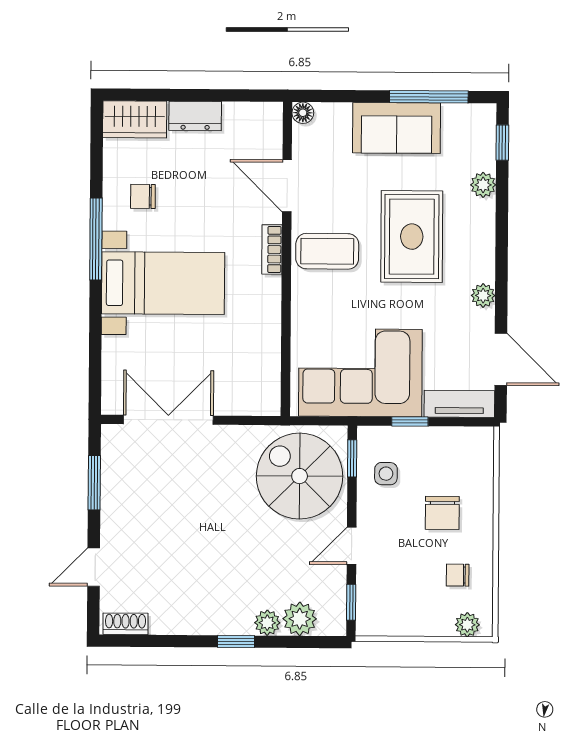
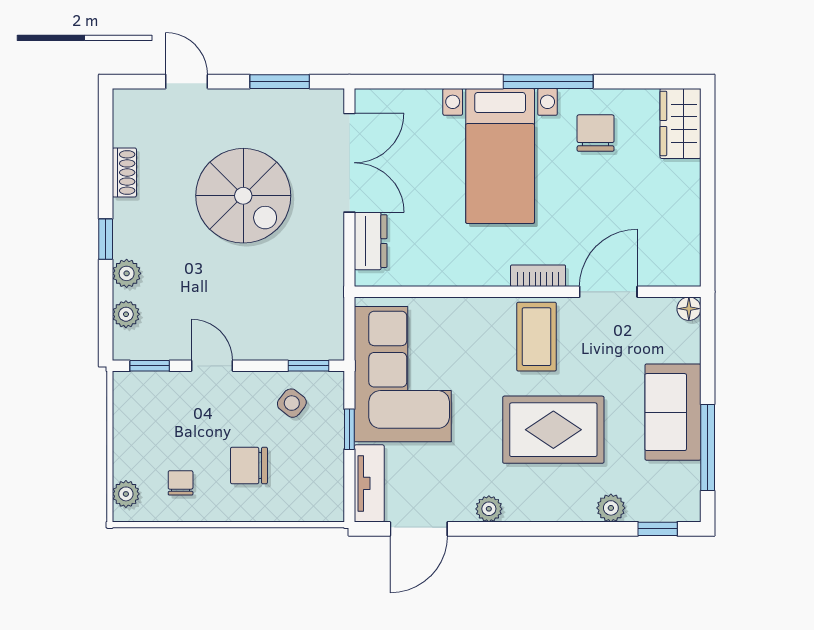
dresser: (195, 116) -> (371, 241), moved, turned 180
chair: (143, 196) -> (596, 133), width x1.37, depth x1.37
side table: (386, 474) -> (292, 403), turned 38
spiral stairs: (300, 476) -> (243, 196), moved, turned 90
plant: (300, 619) -> (126, 314), width x0.73, depth x0.73
shoe rack: (125, 624) -> (124, 173), moved

